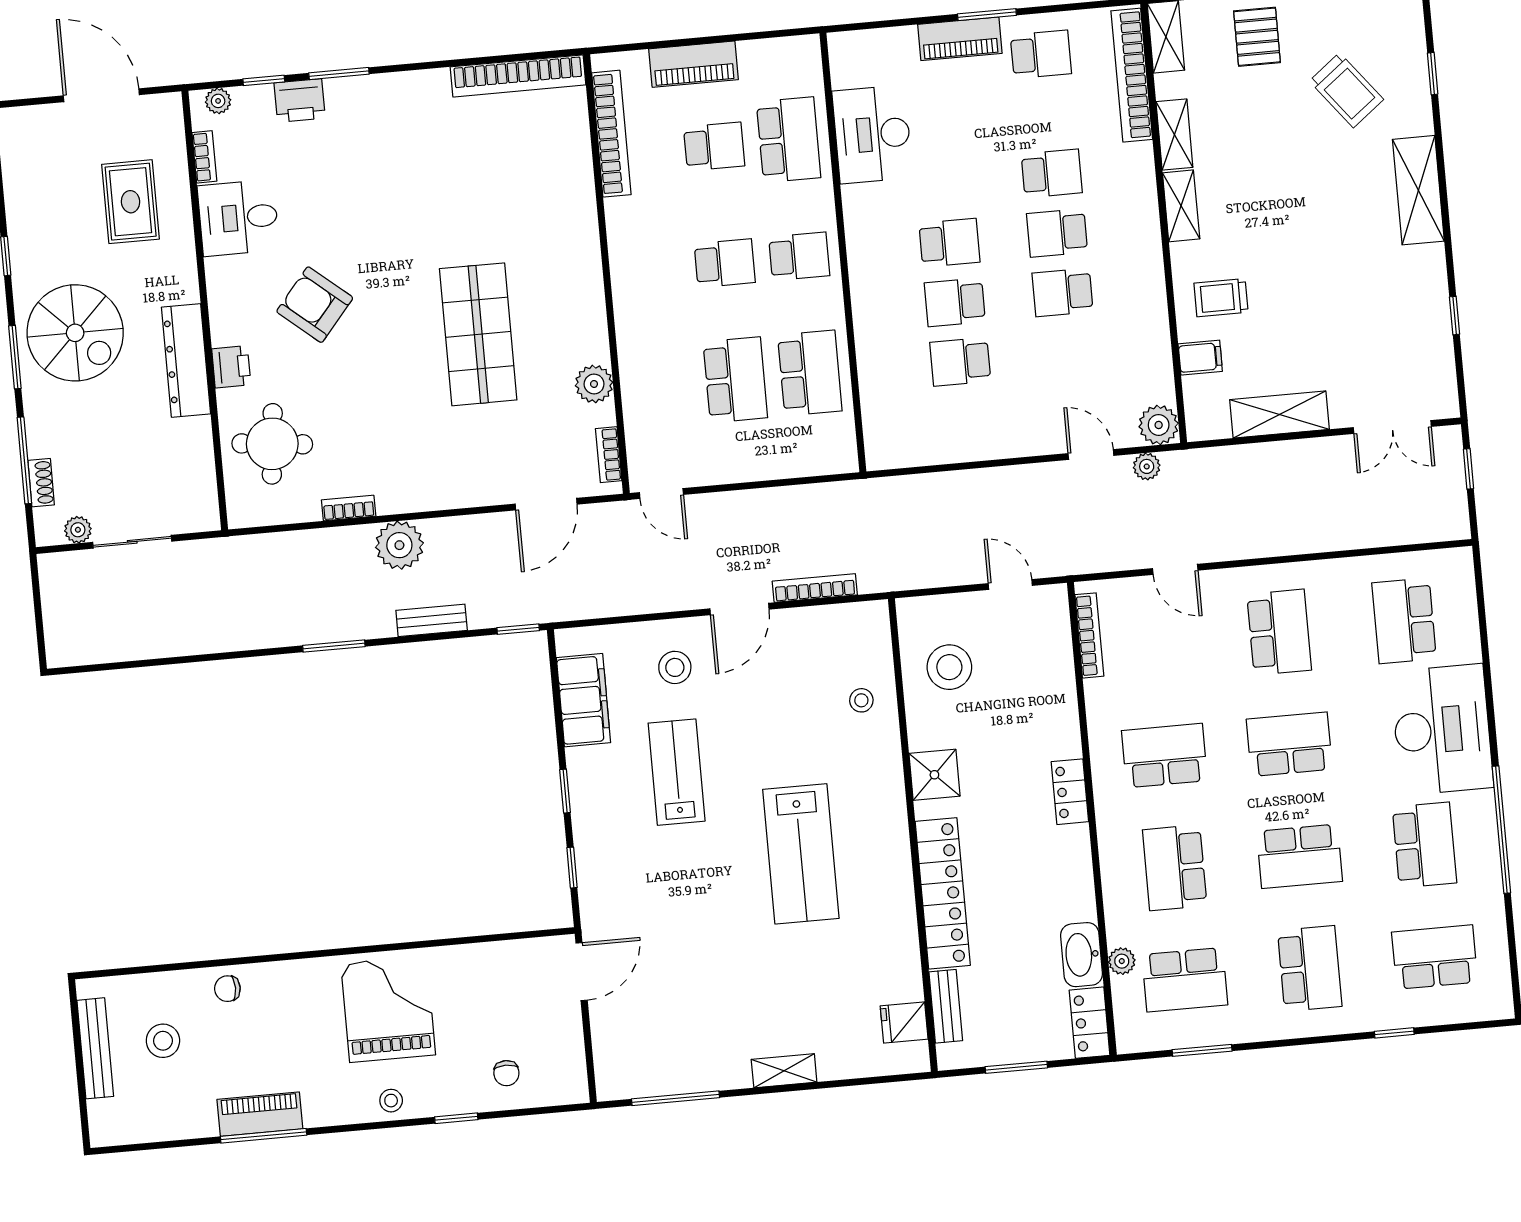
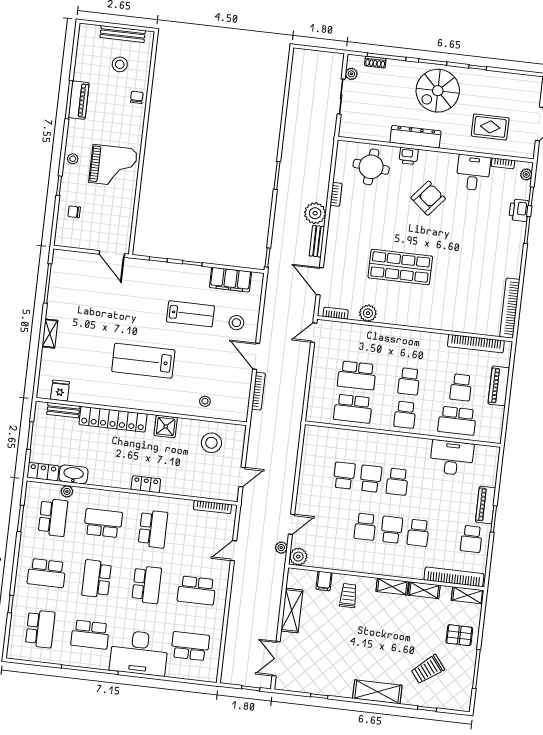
school desk: (1063, 292) -> (365, 527), turned 180
bench: (432, 620) -> (317, 241), moved
school desk: (1185, 980) -> (53, 517), turned 180

